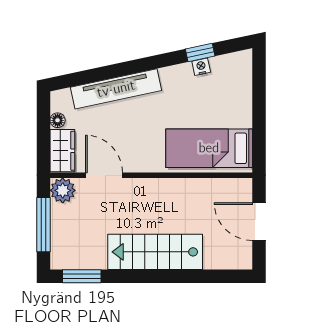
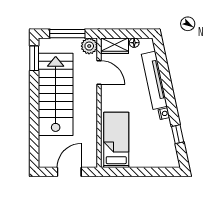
nightstand: (201, 67) -> (164, 114), moved
door: (104, 175) -> (99, 72), hinge flipped
stairs: (155, 252) -> (56, 94), width x1.36, depth x1.51

